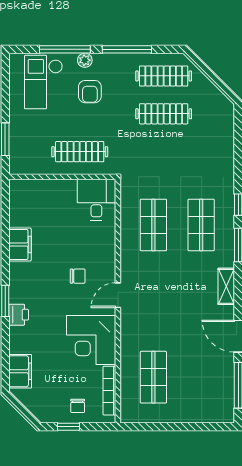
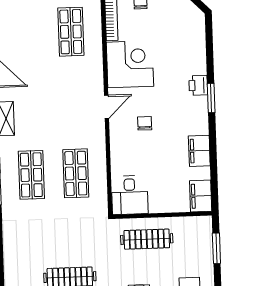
chair: (78, 276) -> (145, 123), turned 90
filing cabinet: (20, 371) -> (201, 196), moved

